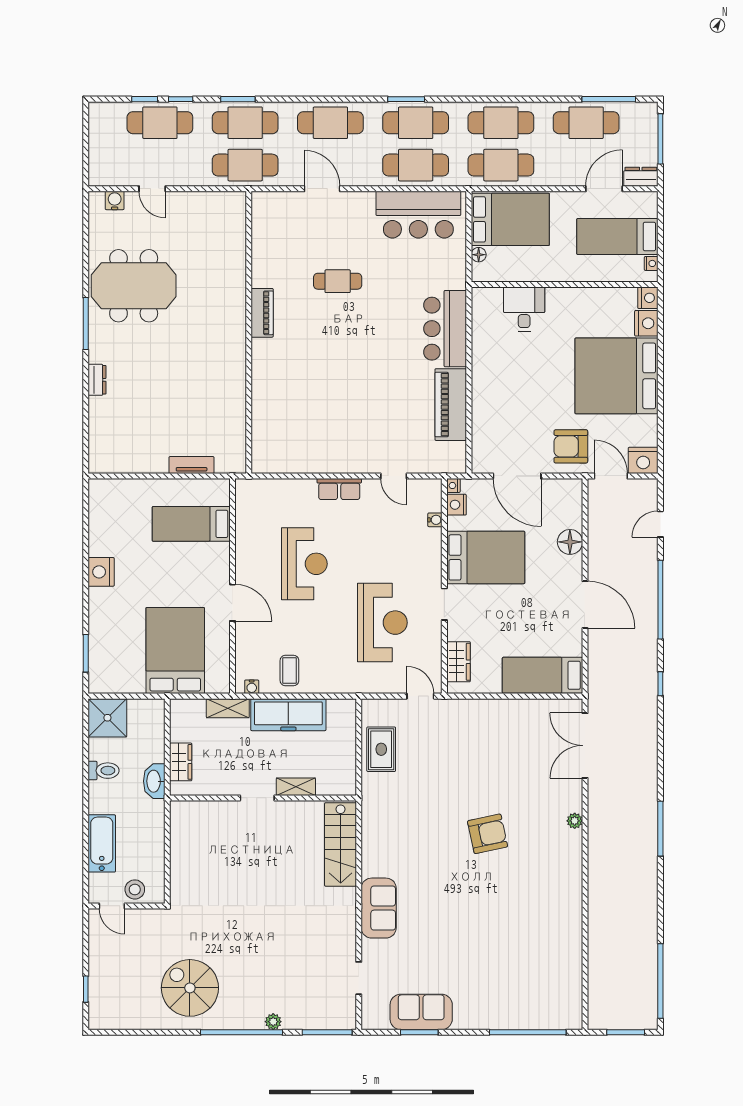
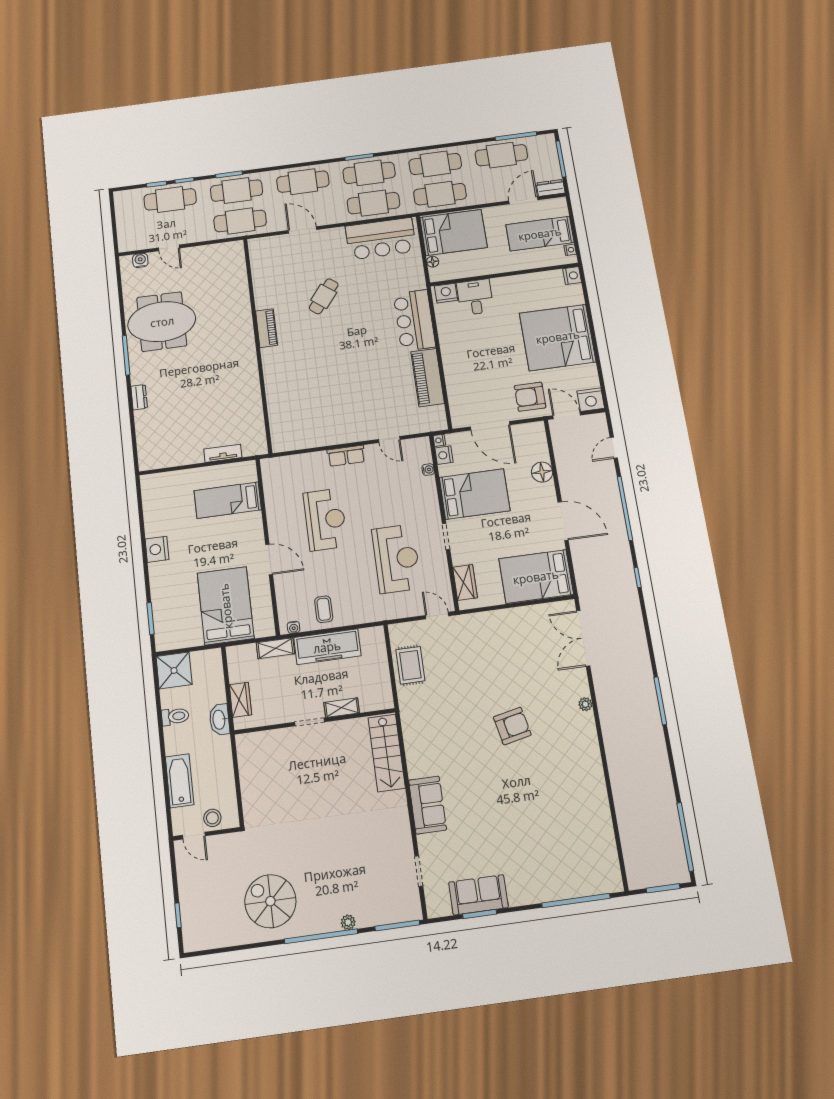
cafe table: (338, 281) -> (324, 296), turned -52
nightstand: (646, 323) -> (446, 293), moved, turned -90
bed: (542, 675) -> (536, 577), width x1.50

